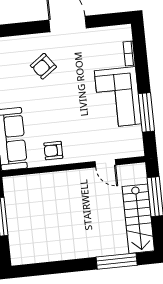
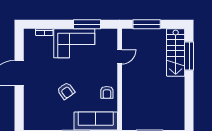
armchair: (43, 66) -> (66, 91), moved
stairs: (138, 219) -> (176, 52), moved, turned 90

